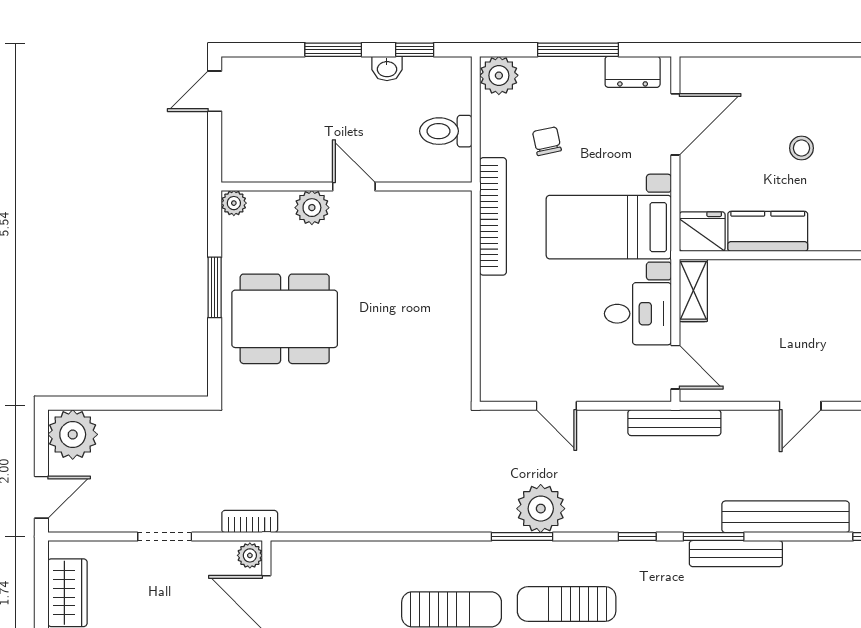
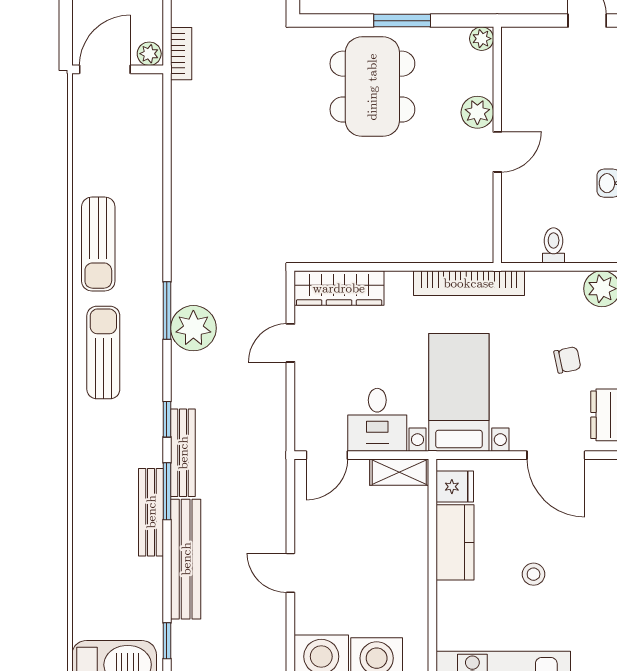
toilet: (446, 131) -> (554, 245), width x0.73, depth x0.72
chair: (547, 141) -> (567, 360), moved
fridge: (702, 232) -> (455, 487), width x0.72
wardrobe: (498, 354) -> (339, 288), added
bench: (674, 423) -> (183, 453), moved

